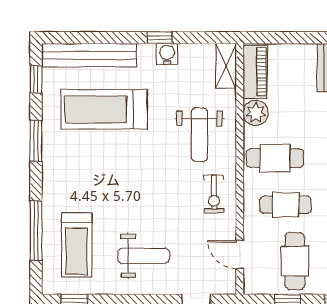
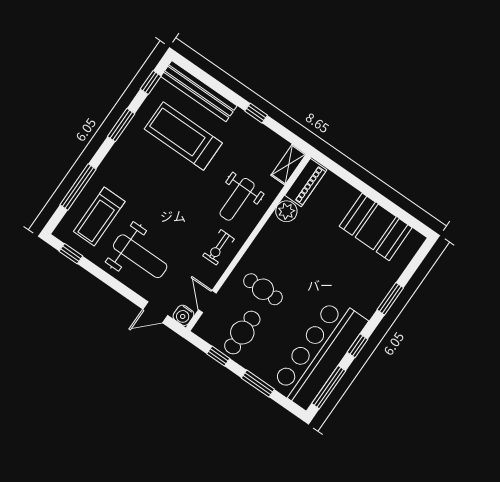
water cooler: (167, 54) -> (183, 315), moved, turned 180
cafe table: (275, 158) -> (278, 252), removed
weight bench: (143, 256) -> (140, 256), width x1.36, depth x1.33

